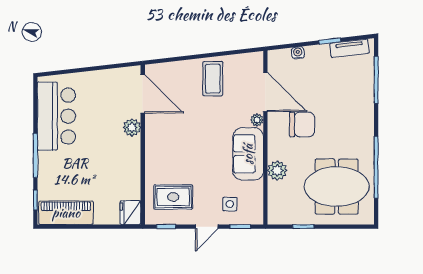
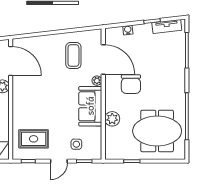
coffee table: (213, 79) -> (73, 56), moved
chair: (302, 124) -> (131, 84), turned 90

